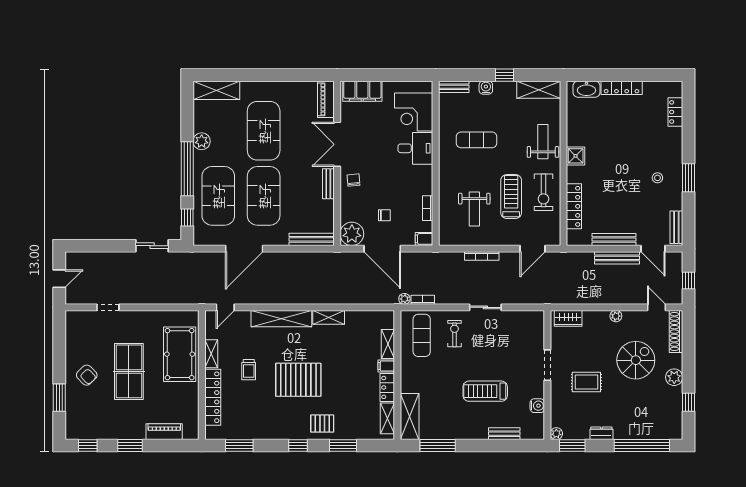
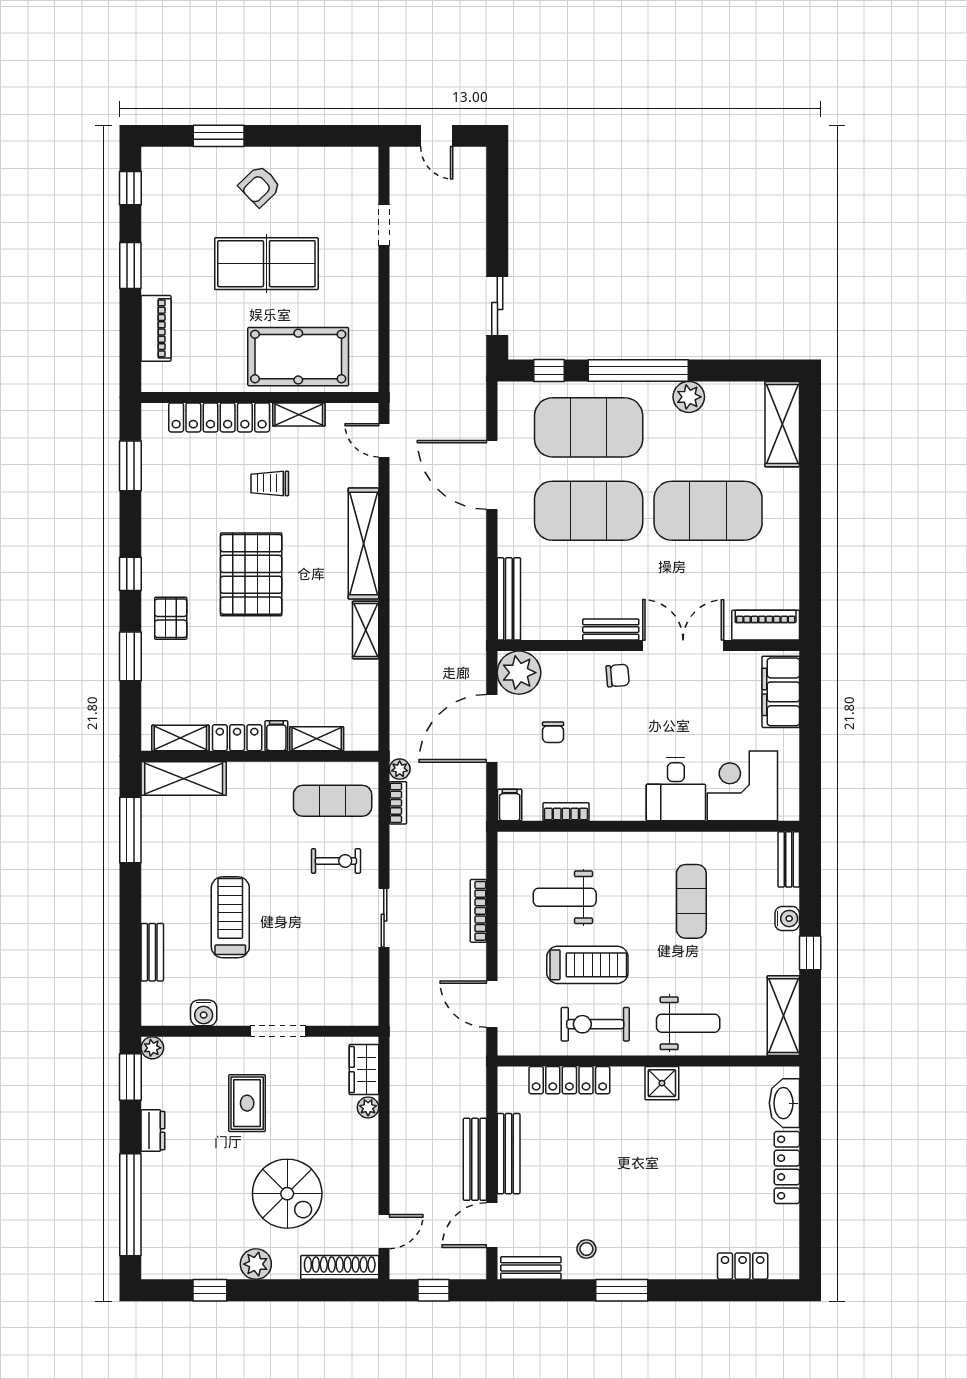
stool: (657, 178) -> (586, 1249), moved
plant: (616, 316) -> (368, 1107), moved

